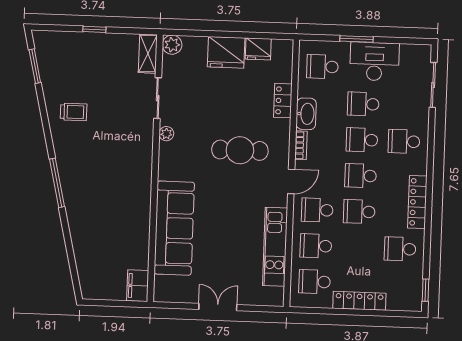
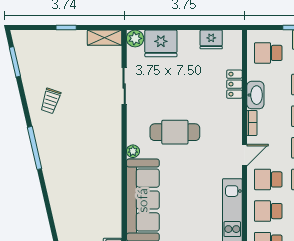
fridge: (226, 52) -> (161, 43), moved
shelving: (148, 54) -> (105, 38), moved, turned 90
trolley: (74, 112) -> (51, 101), turned 108
plant: (166, 134) -> (133, 151), moved
cafe table: (240, 150) -> (175, 132), moved
window: (57, 183) -> (35, 148), moved

